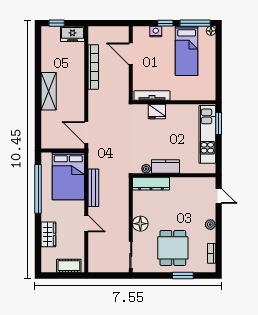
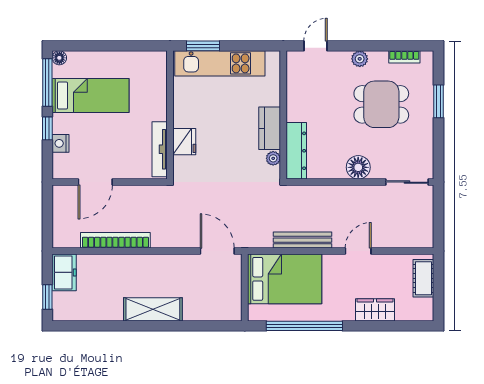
door: (86, 133) -> (217, 251), swing flipped
dining table: (173, 248) -> (381, 104), moved

